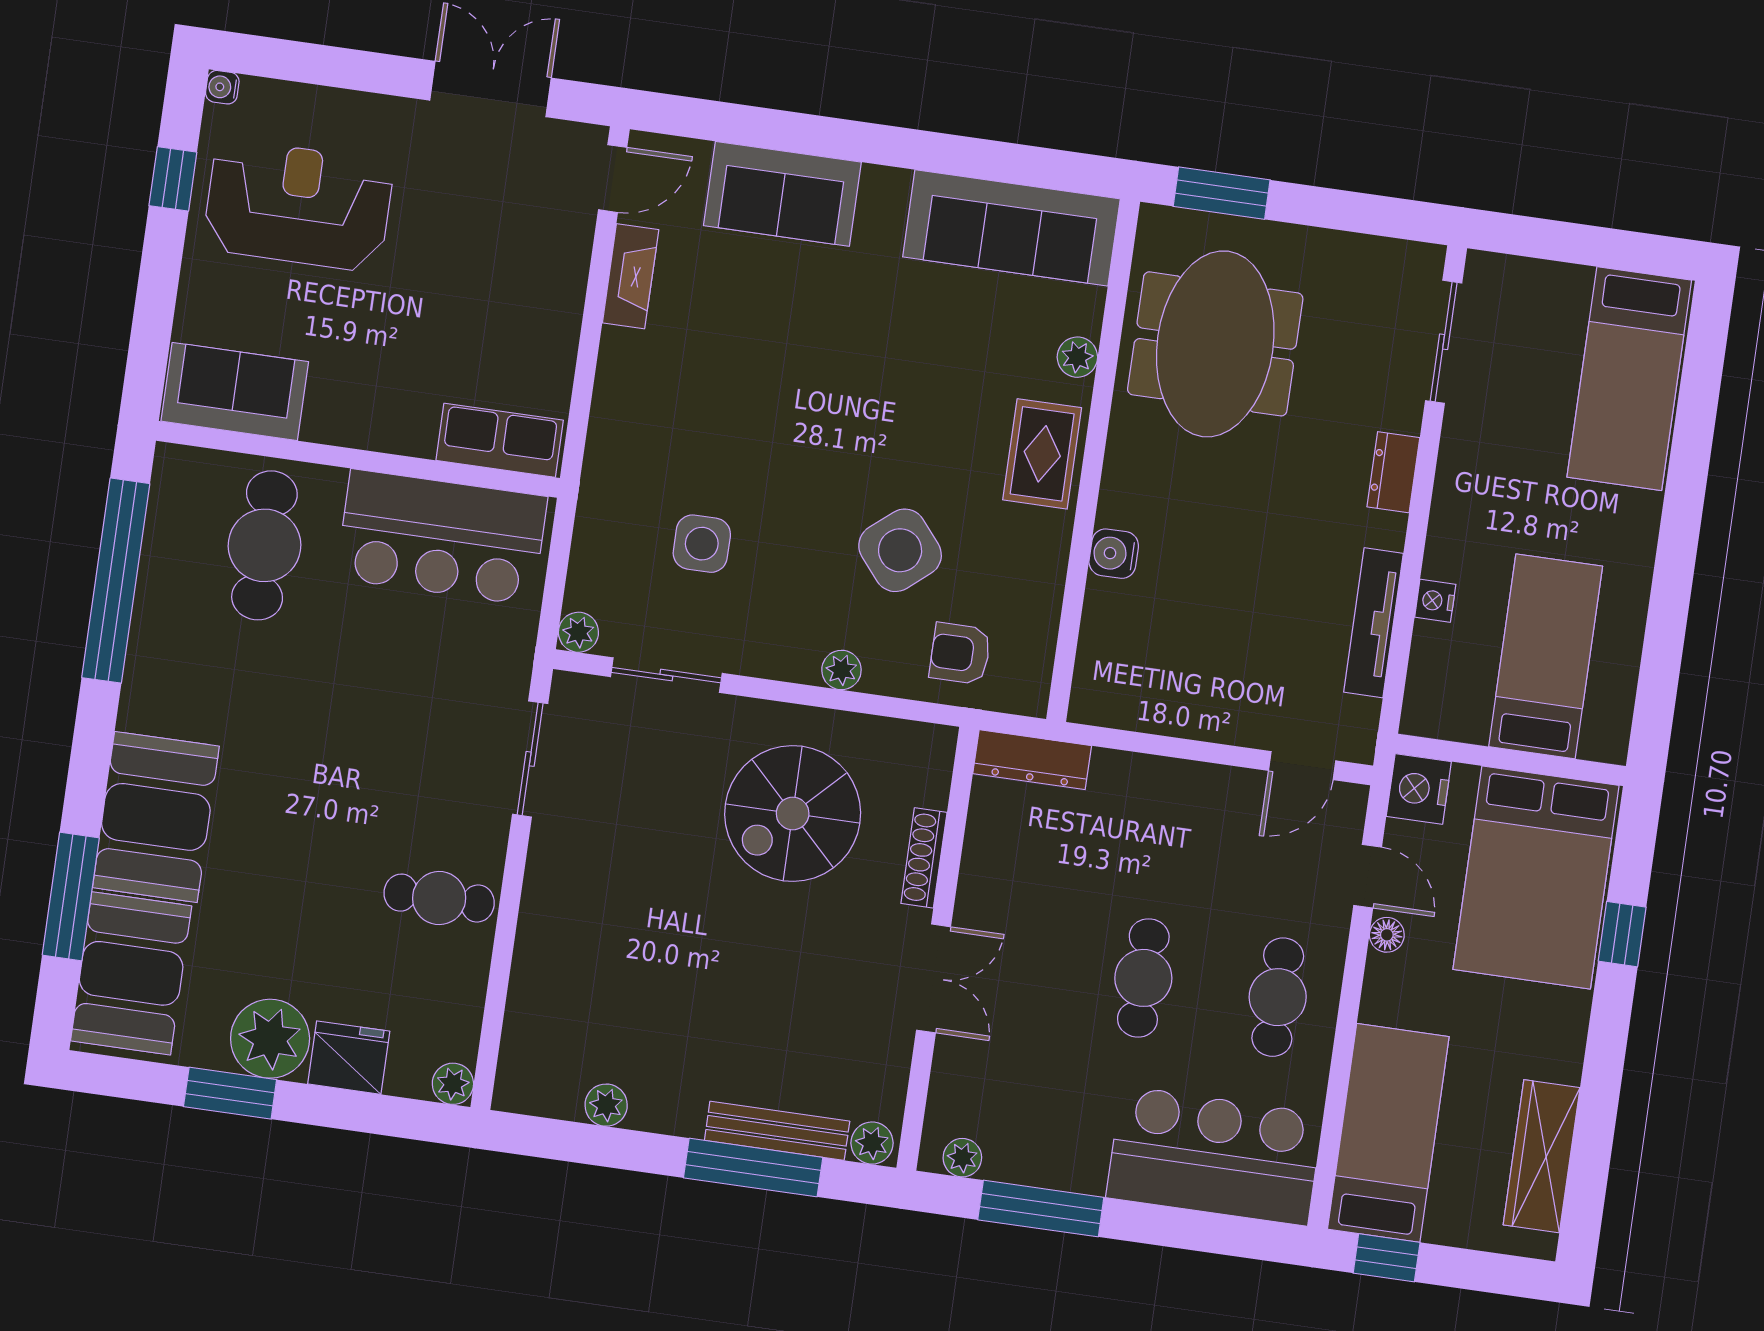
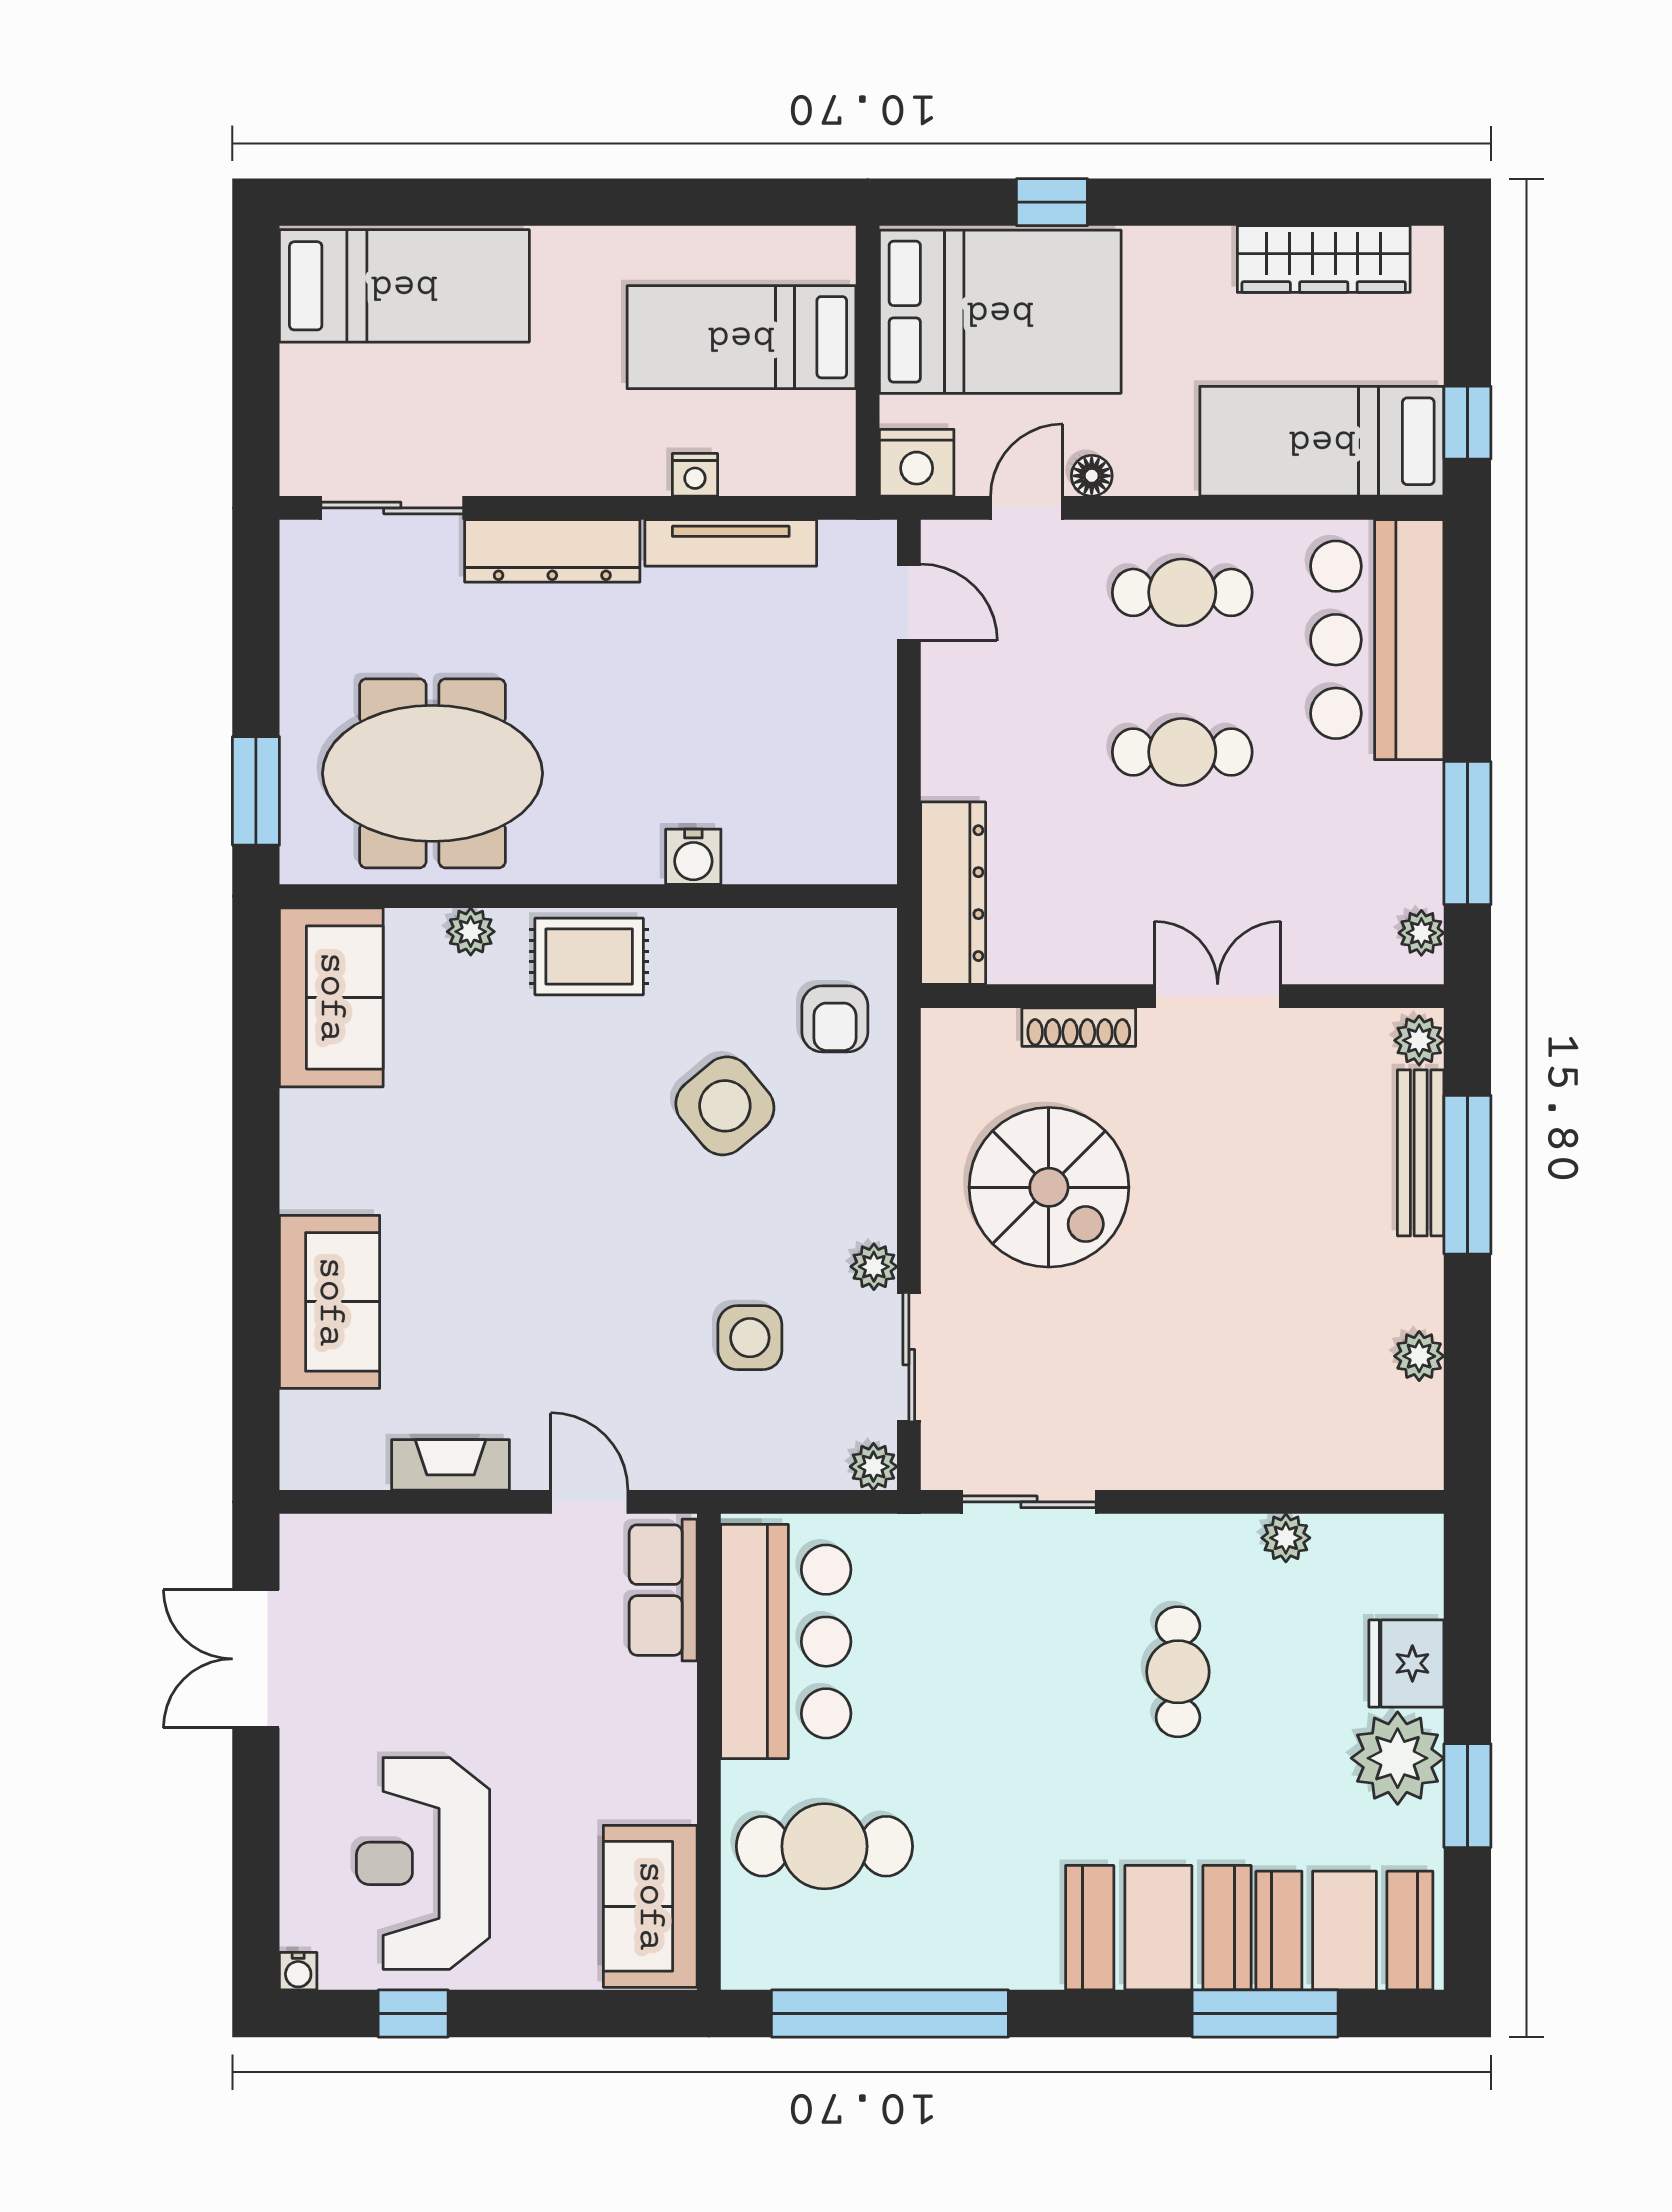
door: (613, 179) -> (589, 1502), moved
sofa: (1011, 228) -> (331, 997), width x0.73
dresser: (1393, 472) -> (552, 551), width x1.96, depth x1.24
plant: (841, 670) -> (874, 1267), moved
dresser: (1032, 760) -> (953, 893), width x1.37, depth x1.24
cafe table: (439, 898) -> (1178, 1672), moved
plant: (453, 1084) -> (1286, 1538), moved

